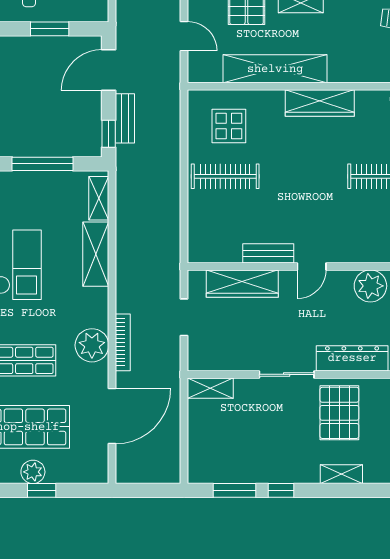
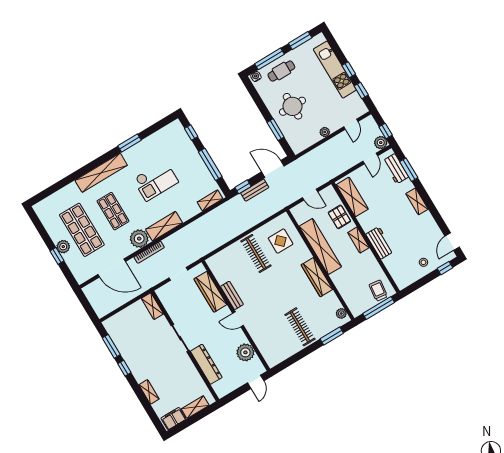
door: (184, 36) -> (310, 195), hinge flipped
shelving: (96, 254) -> (164, 226), moved
pallet: (339, 413) -> (177, 374), removed

